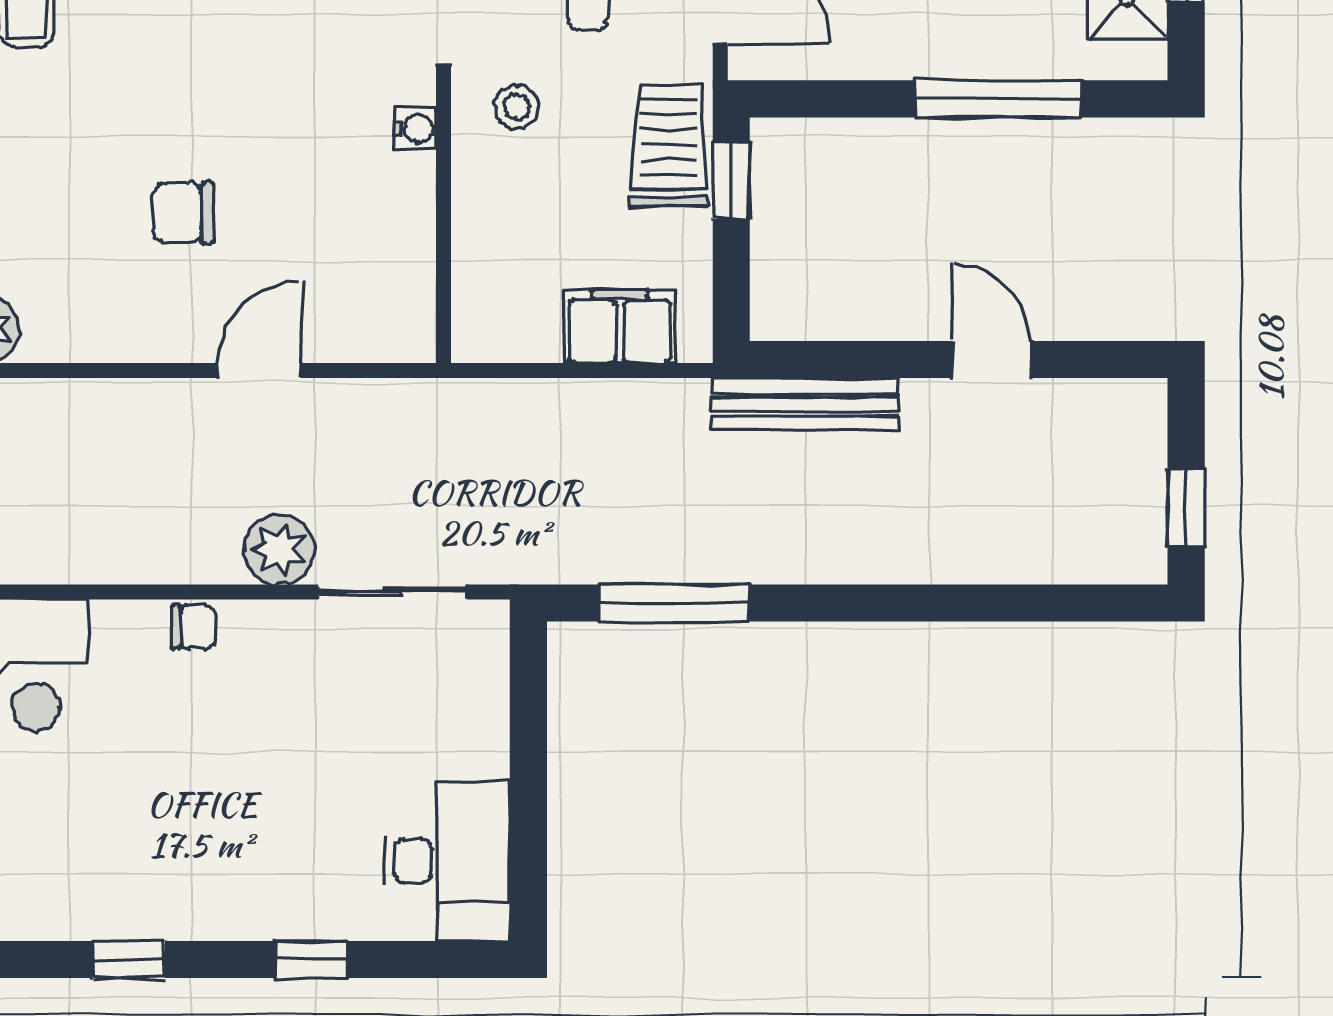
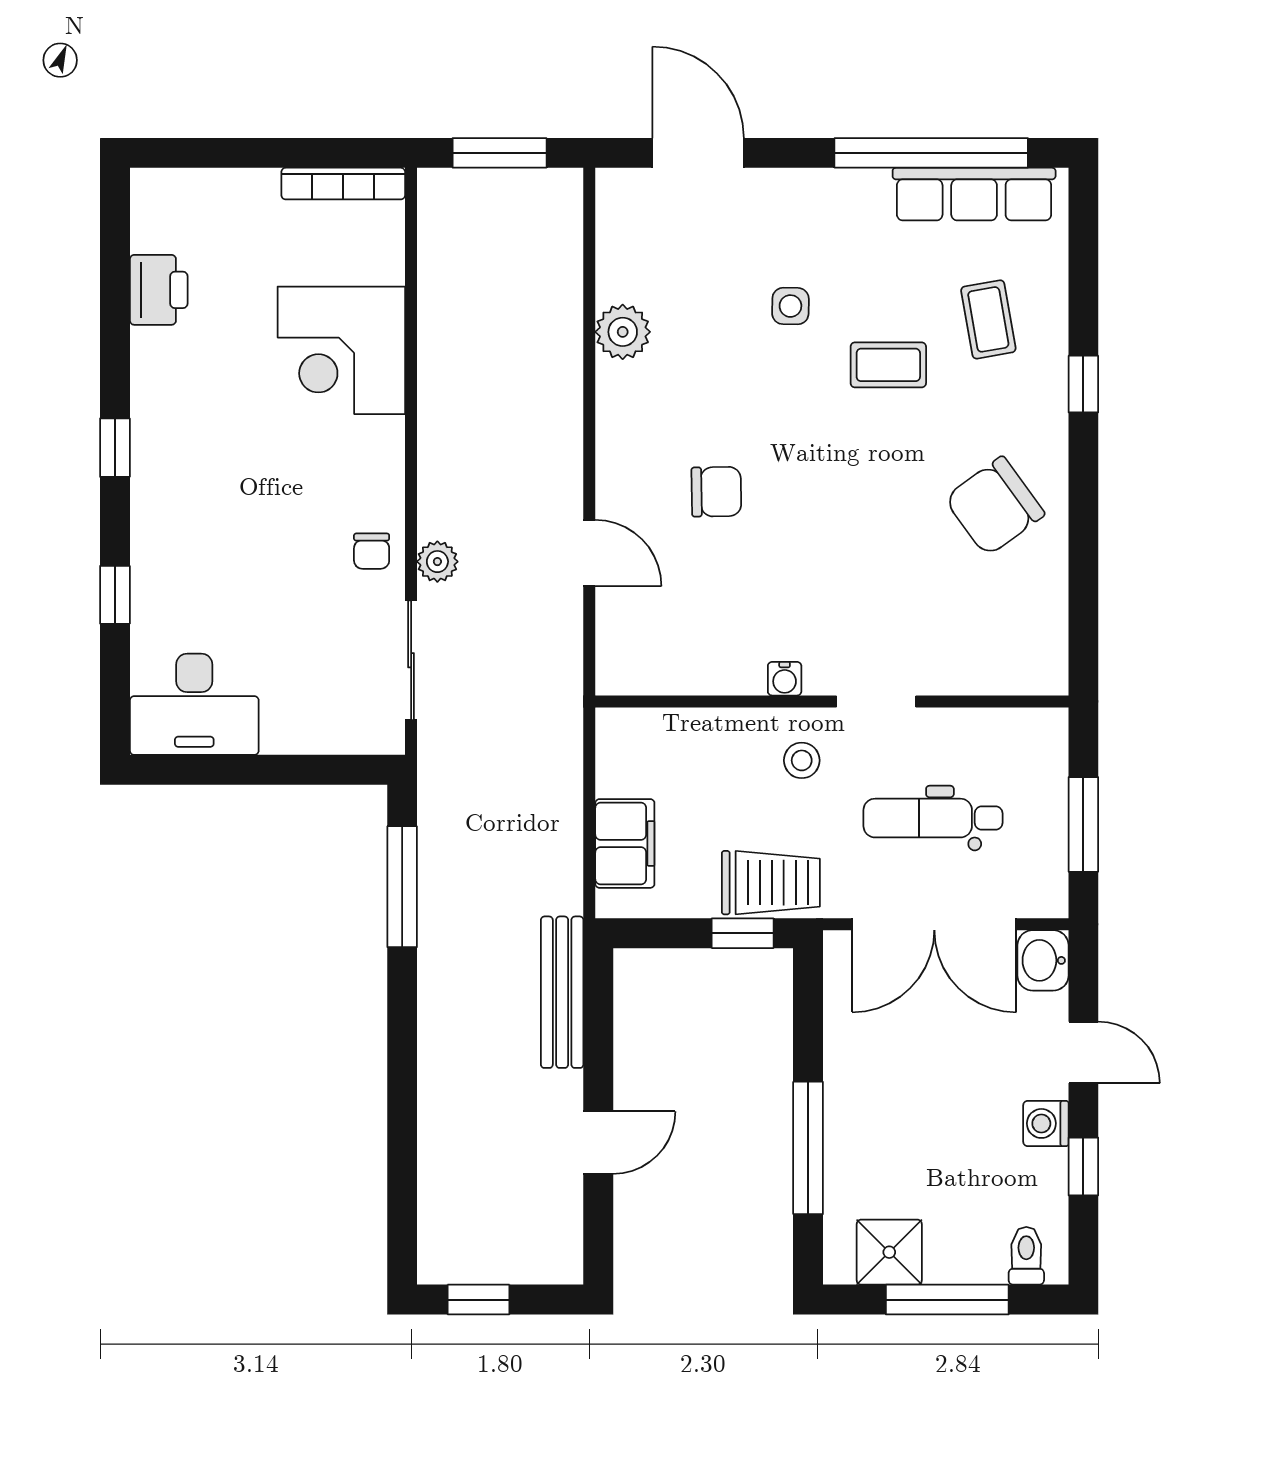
chair: (183, 213) -> (716, 492), turned 89
plant: (279, 550) -> (437, 562), width x0.73, depth x0.73
chair: (193, 627) -> (372, 551), moved

